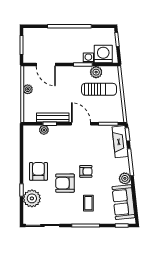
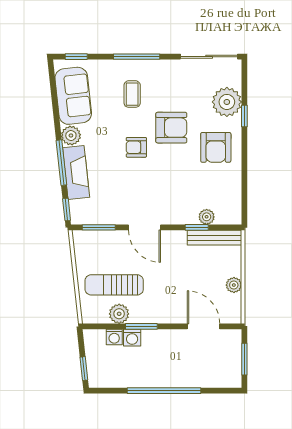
washing machine: (103, 54) -> (114, 337), width x0.53, depth x0.53
bench: (53, 118) -> (214, 238), moved
fireplace: (120, 142) -> (76, 172), moved

